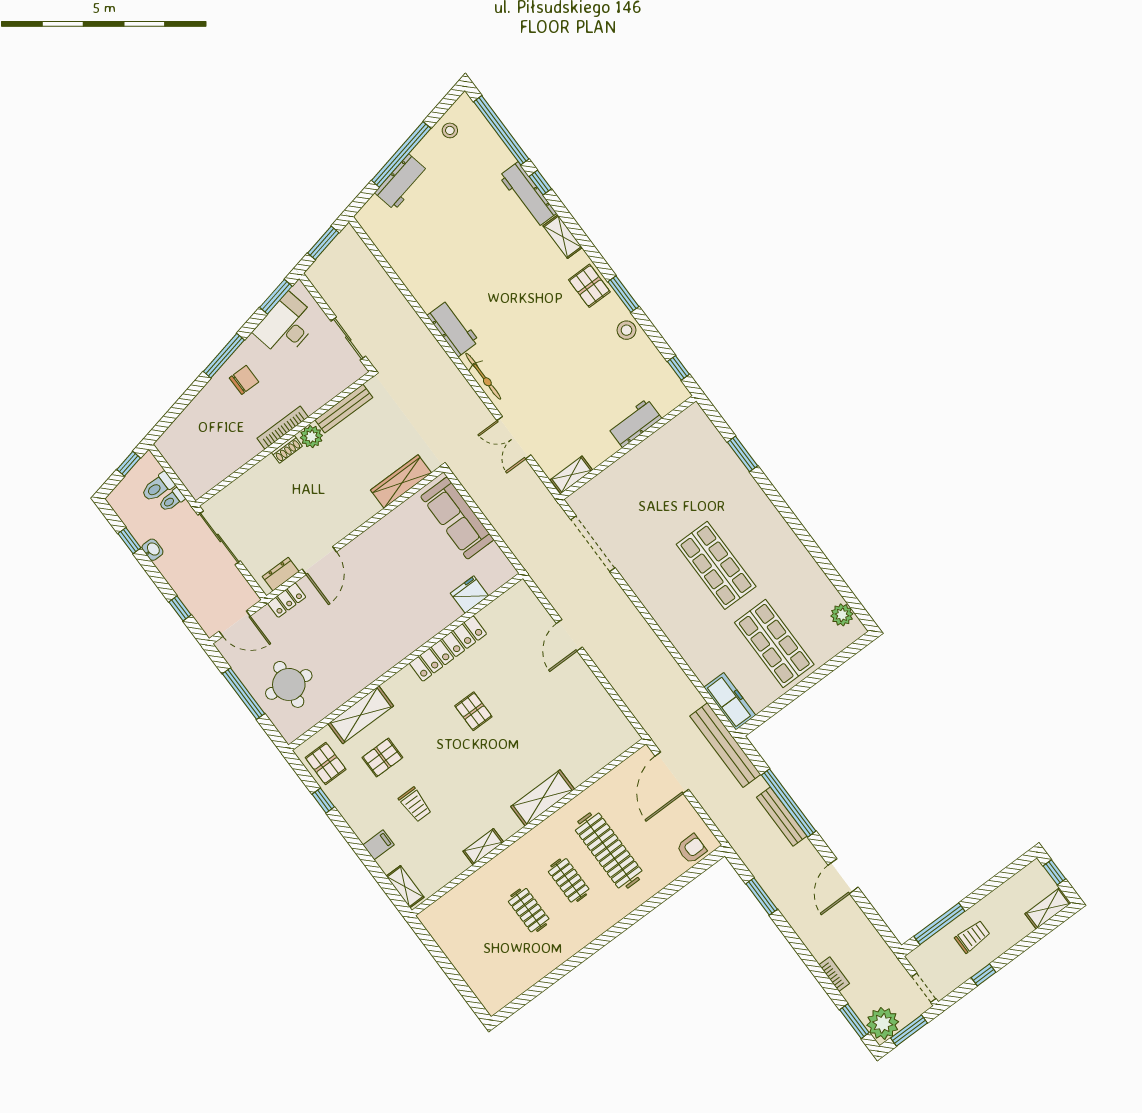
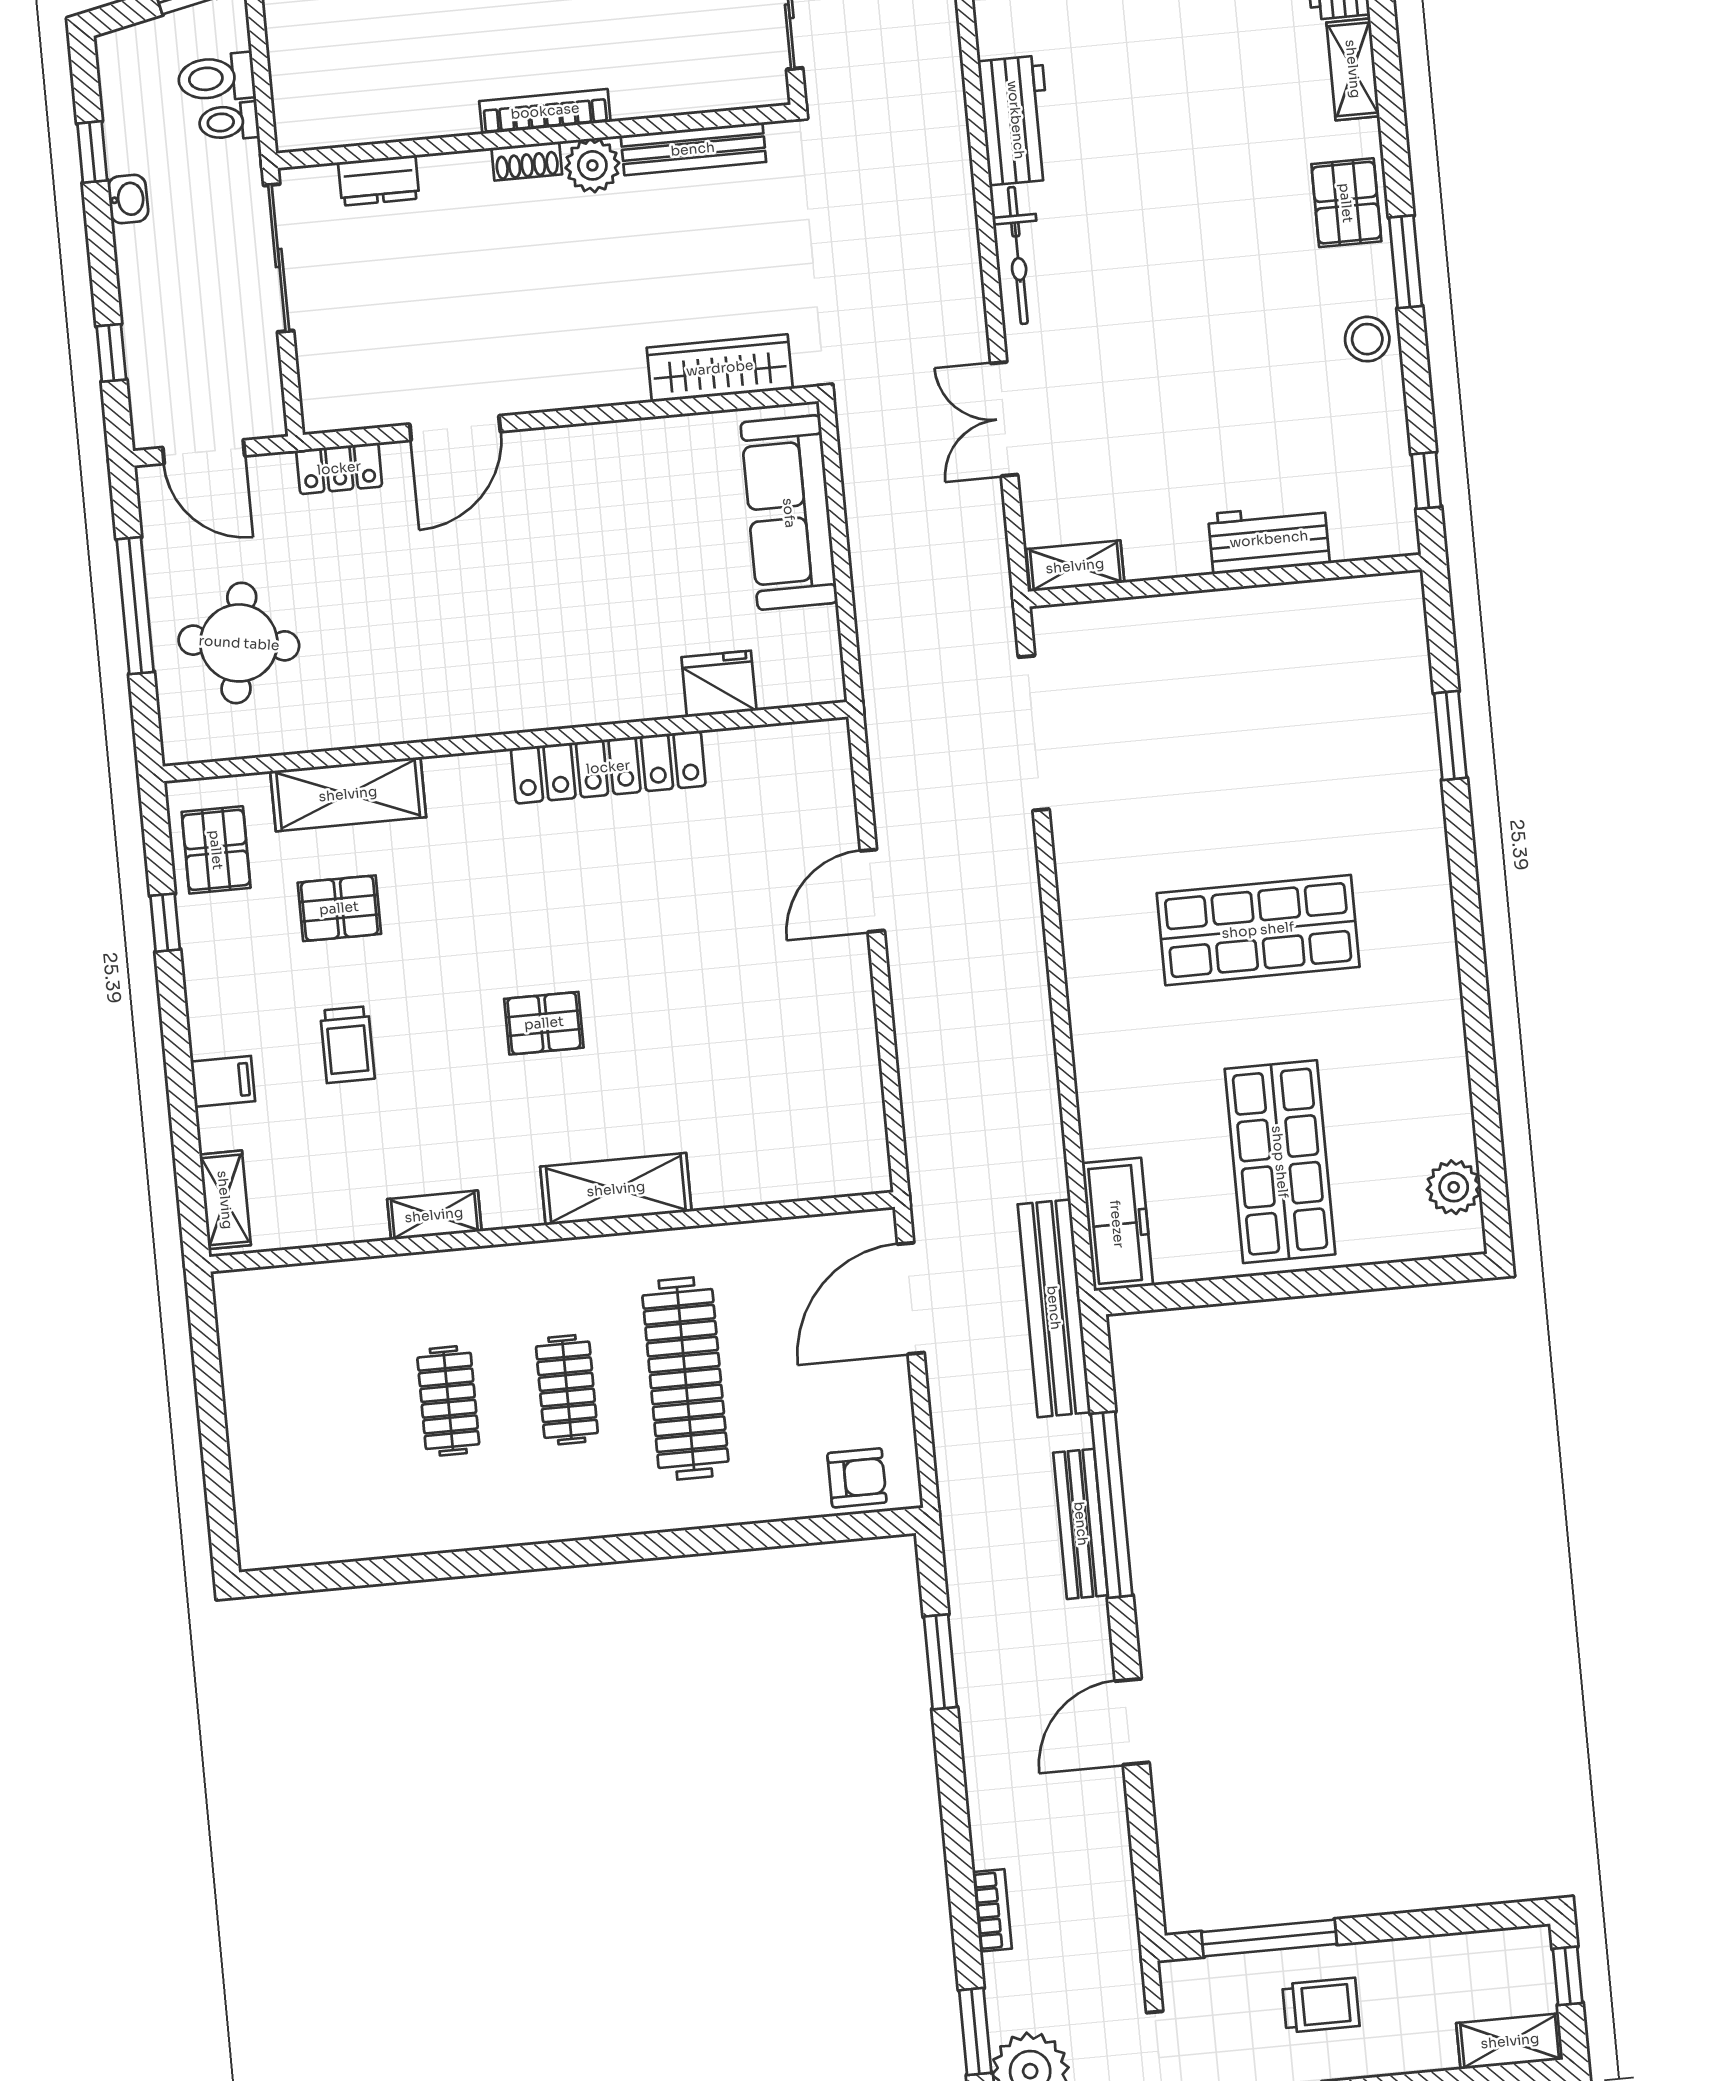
shop shelf: (716, 565) -> (1258, 930), turned 90
dresser: (281, 574) -> (379, 180), moved, turned 180
pallet: (473, 711) -> (544, 1023), moved, turned 90

